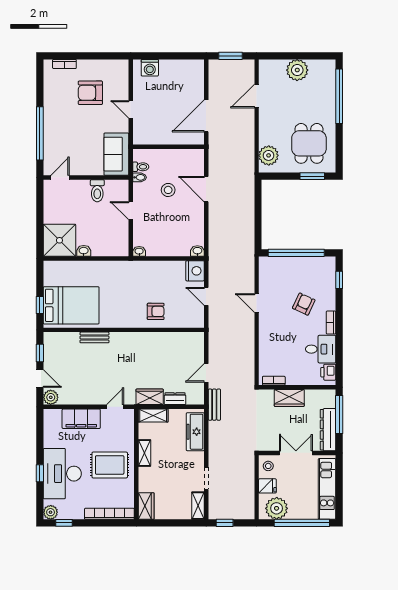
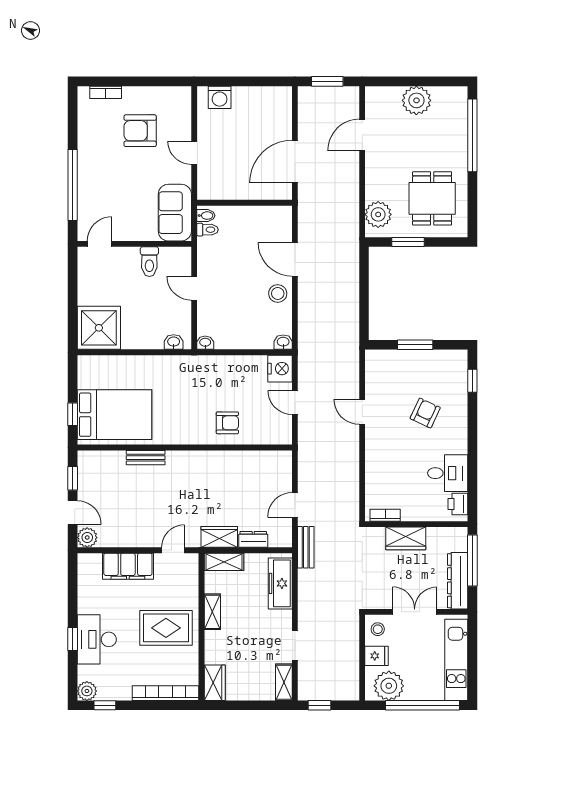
window: (312, 176) -> (408, 242), moved
bidet: (140, 177) -> (206, 216), moved
stool: (168, 190) -> (278, 293), moved
washbasin: (84, 251) -> (174, 342), moved
window: (296, 253) -> (415, 345), width x0.47
bookcase: (331, 323) -> (462, 438), removed
desk: (62, 474) -> (97, 639), width x0.73, depth x0.77

